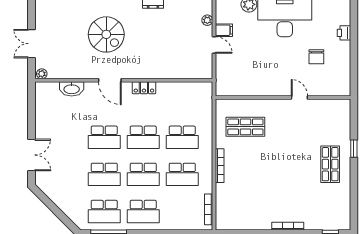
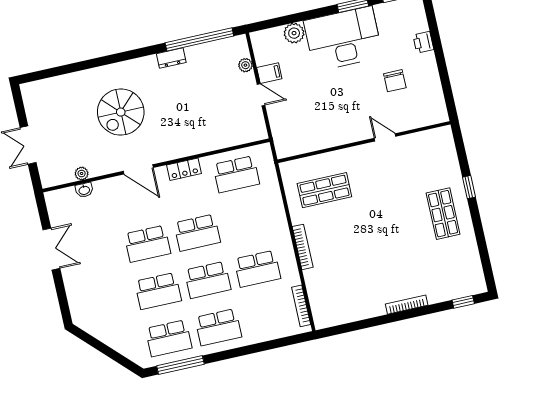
spiral stairs: (106, 34) -> (121, 112), turned 90
plant: (42, 74) -> (82, 173), moved
washbasin: (72, 89) -> (84, 190), width x0.52, depth x0.69
school desk: (182, 137) -> (236, 174), moved
double door: (32, 155) -> (51, 249), moved

